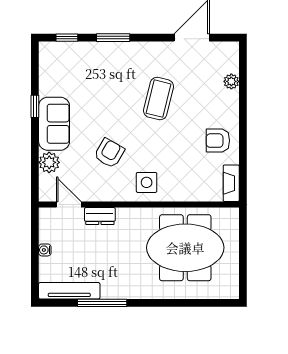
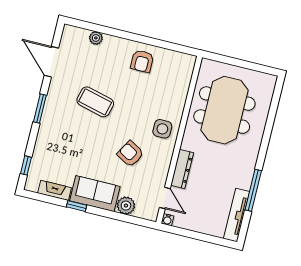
window: (113, 38) -> (40, 109), moved
fireplace: (231, 183) -> (55, 190), moved, turned 180
door: (69, 205) -> (165, 198), swing flipped
dresser: (100, 216) -> (182, 169), width x1.44
water cooler: (45, 250) -> (167, 220), moved

